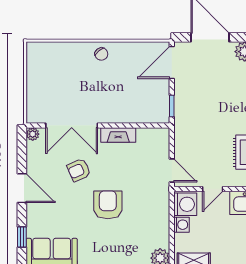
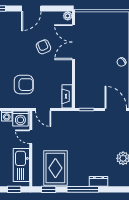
fireplace: (118, 135) -> (67, 96), moved
door: (172, 170) -> (43, 109), hinge flipped
armchair: (108, 205) -> (24, 85), moved

